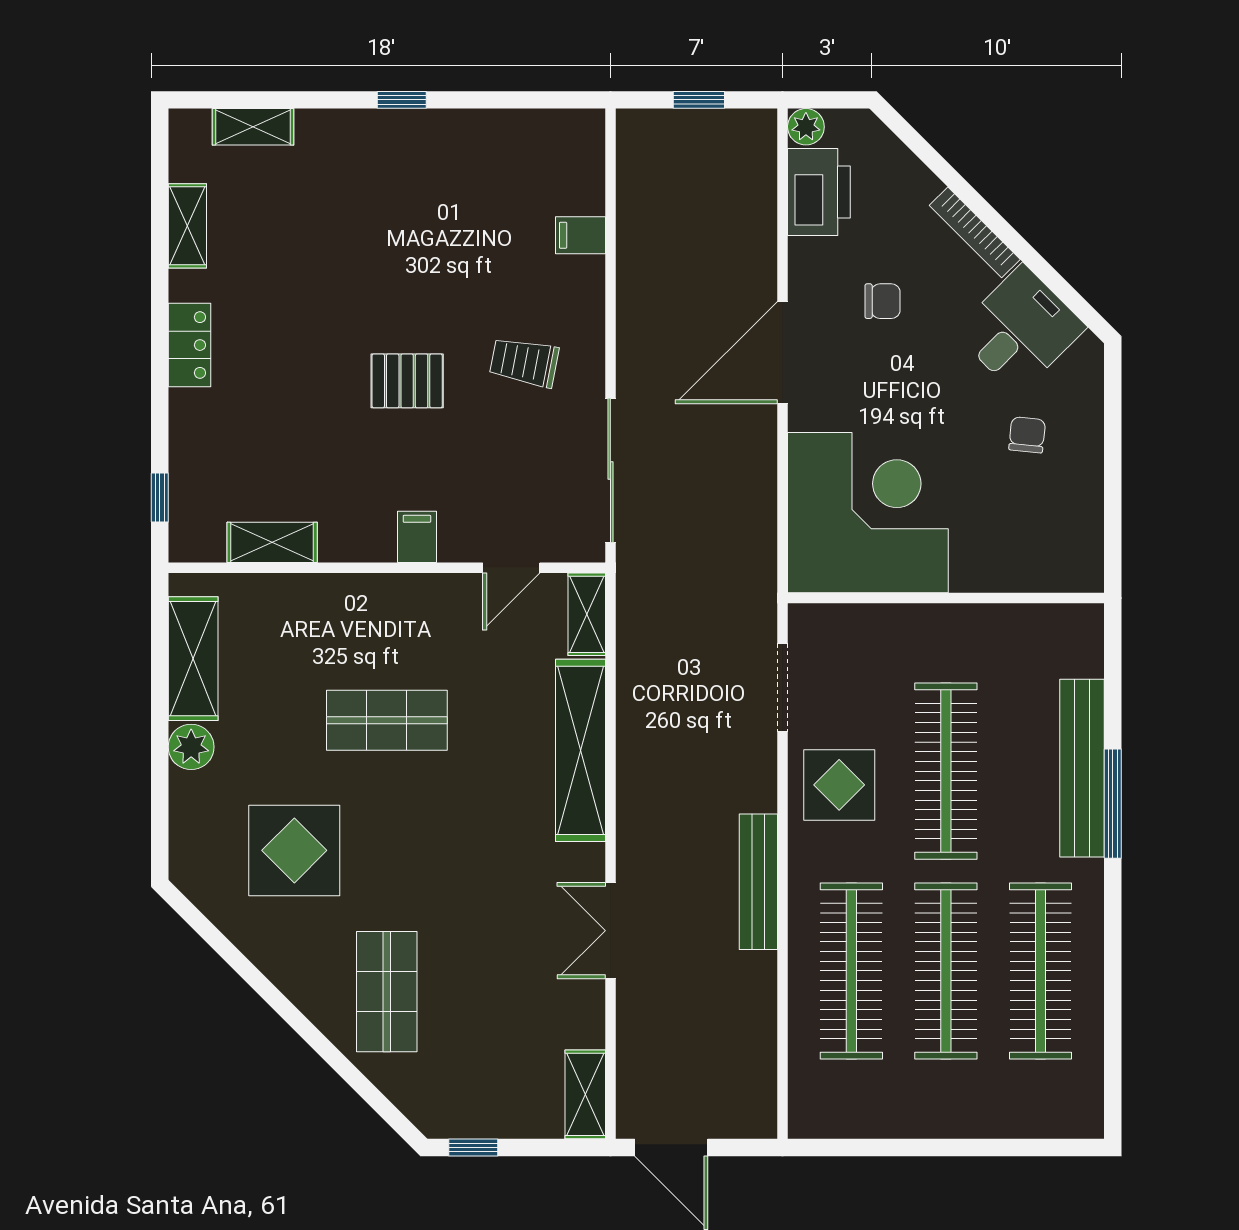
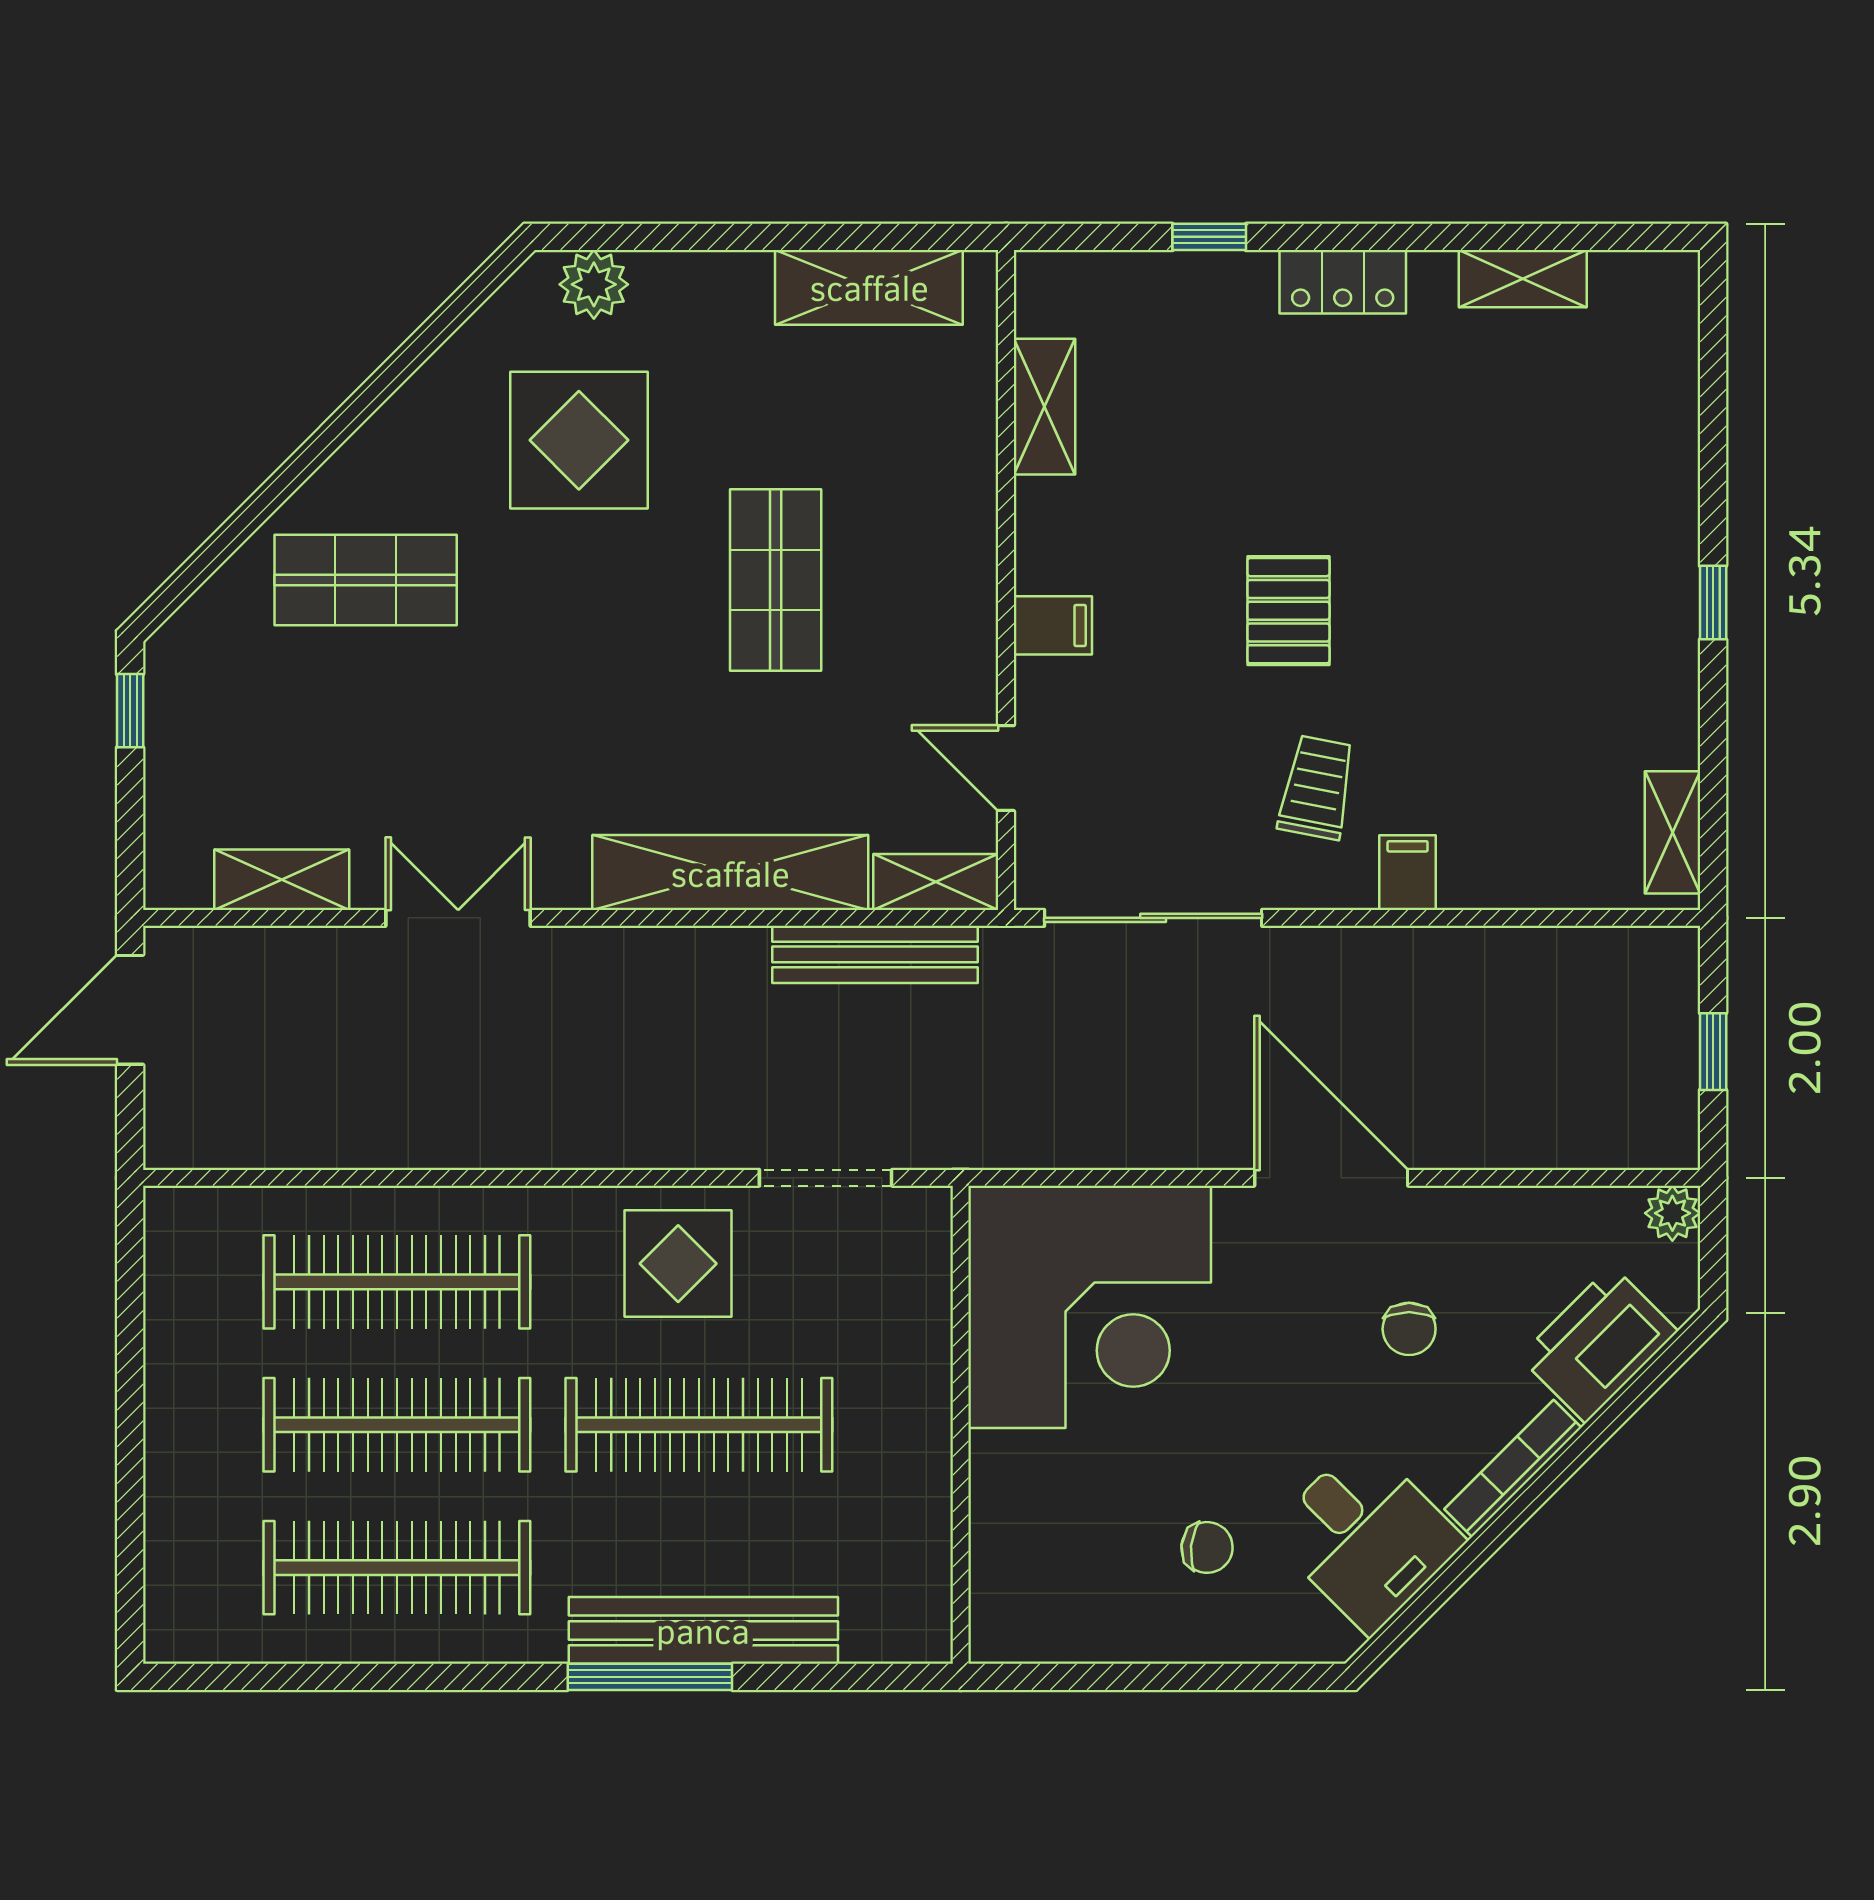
shelving: (253, 127) -> (1672, 832), moved
printer: (819, 192) -> (1598, 1344), moved, turned 135
filing cabinet: (580, 235) -> (1408, 873), moved
window: (160, 498) -> (1209, 237), moved
plant: (191, 747) -> (594, 284), moved
bench: (758, 882) -> (875, 954), moved
shelving: (585, 1094) -> (282, 880), moved

